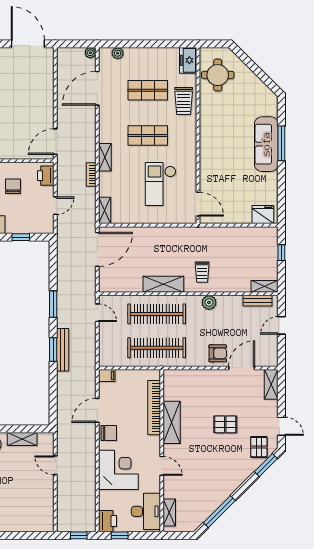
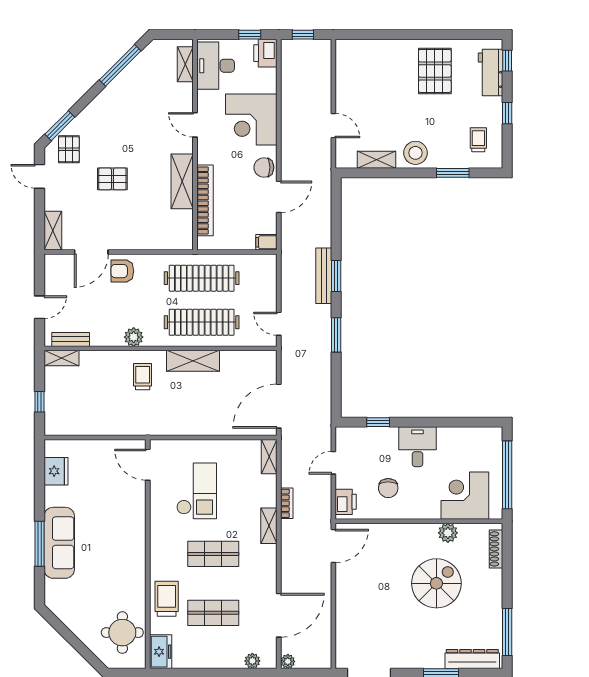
fridge: (263, 215) -> (56, 471), moved, turned -90

